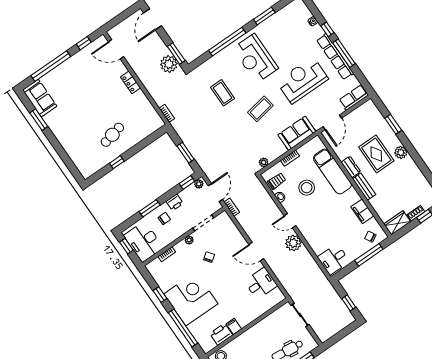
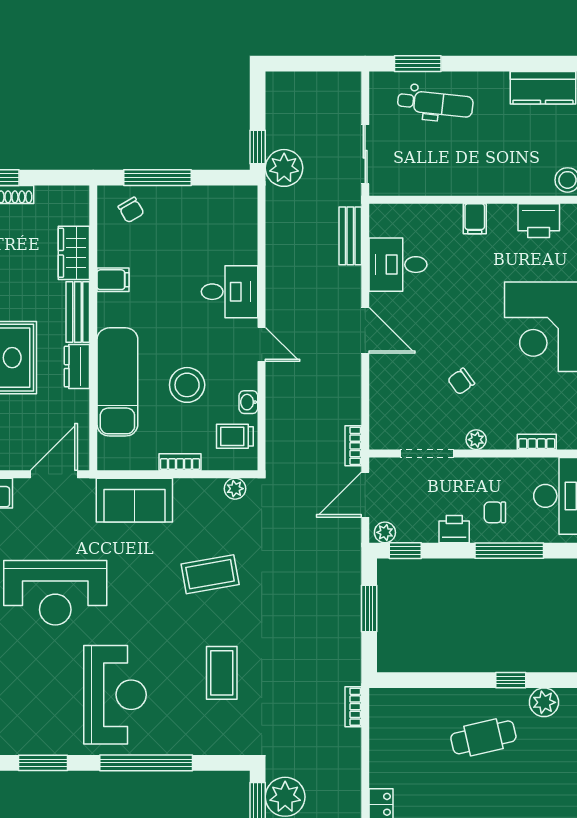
coffee table: (260, 109) -> (210, 574), moved
plant: (99, 162) -> (544, 702), added
window: (150, 208) -> (509, 551), width x1.44
filing cabinet: (362, 211) -> (113, 280), width x0.50
wardrobe: (397, 223) -> (74, 253), moved, turned 90
plant: (293, 243) -> (284, 168), moved
desk: (334, 259) -> (230, 292), moved
bench: (285, 282) -> (350, 236), added
window: (349, 303) -> (258, 147), moved
filing cabinet: (234, 326) -> (475, 219), moved

